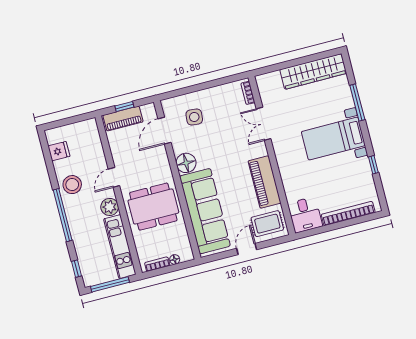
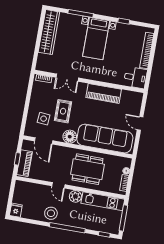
fridge: (59, 151) -> (16, 210), moved
dining table: (153, 207) -> (88, 169), turned 90
rug: (267, 224) -> (63, 111), moved

